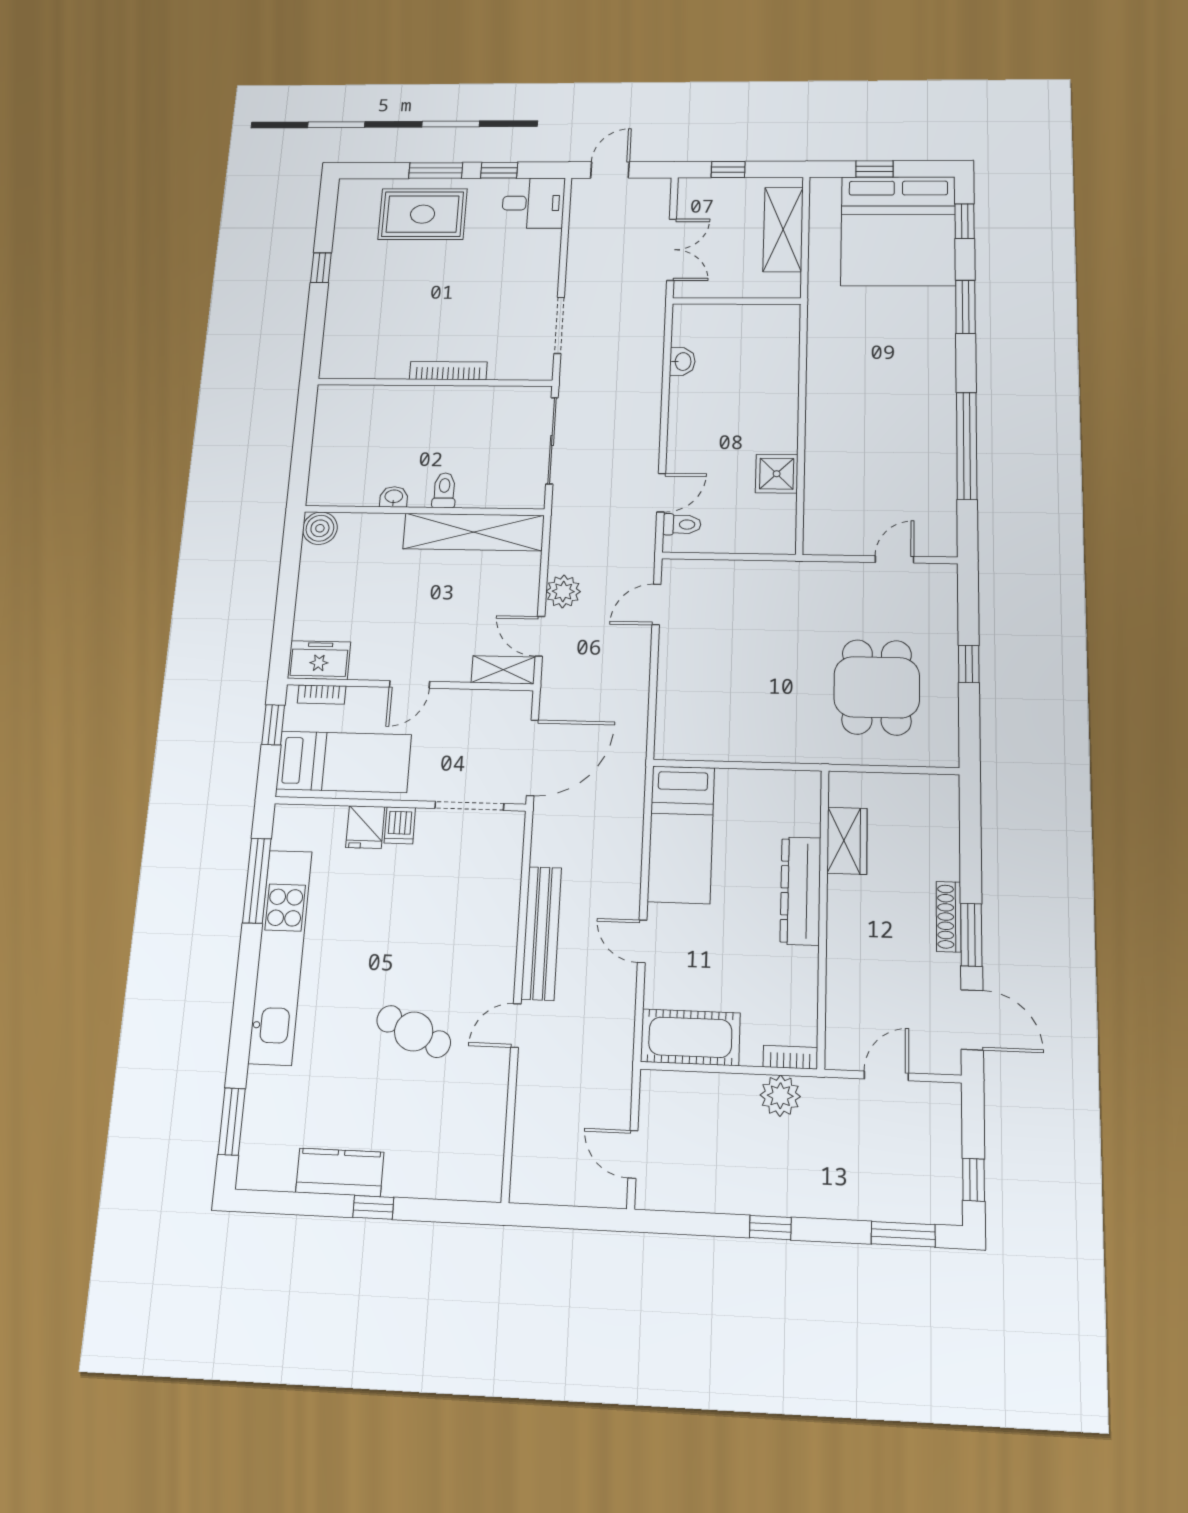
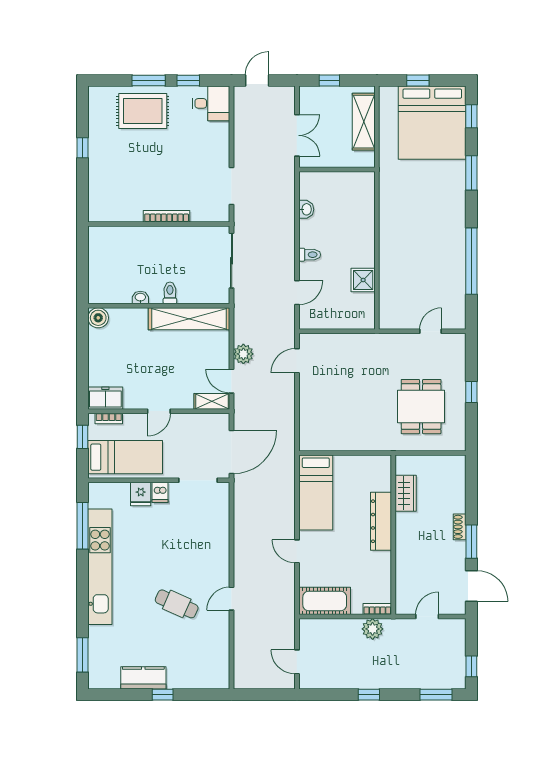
toilet: (682, 524) -> (310, 255), moved
shoe rack: (949, 917) -> (460, 527), width x0.70
bench: (541, 933) -> (242, 549), removed

